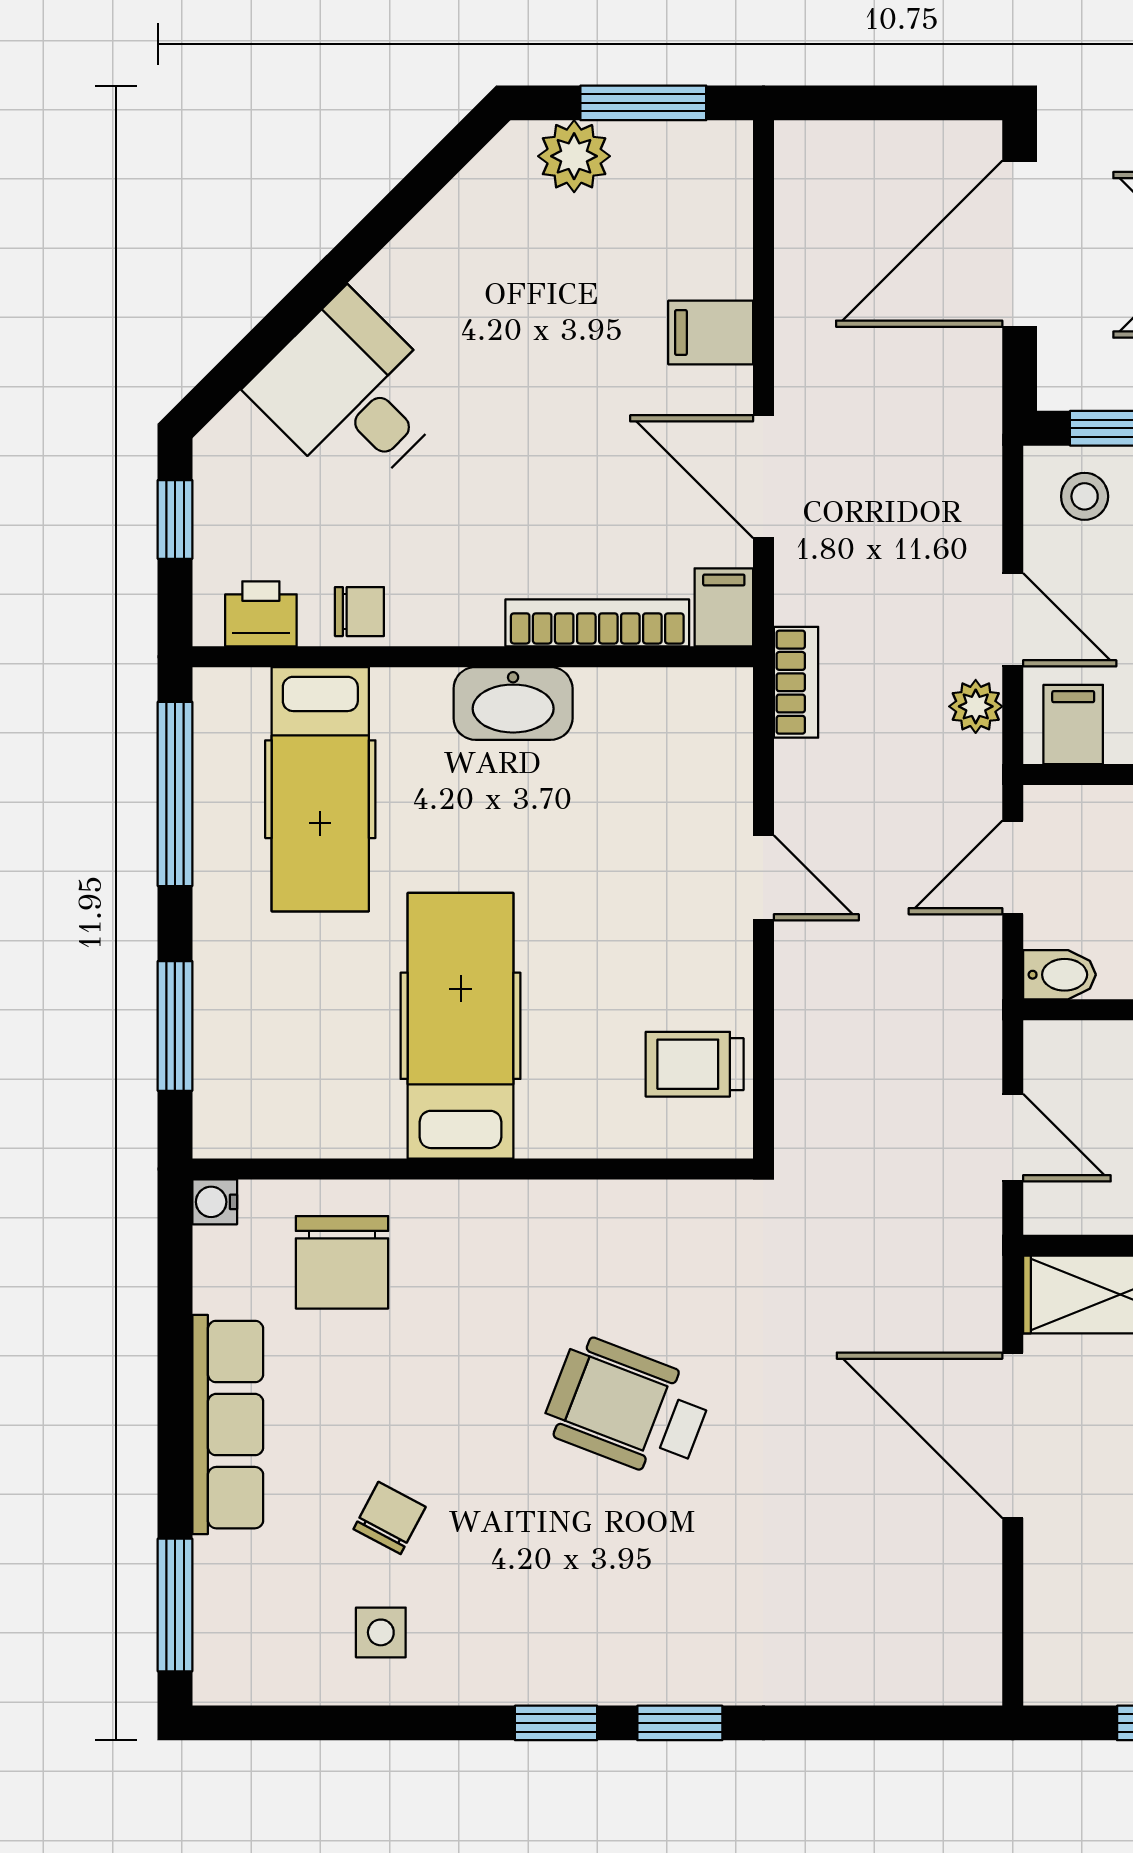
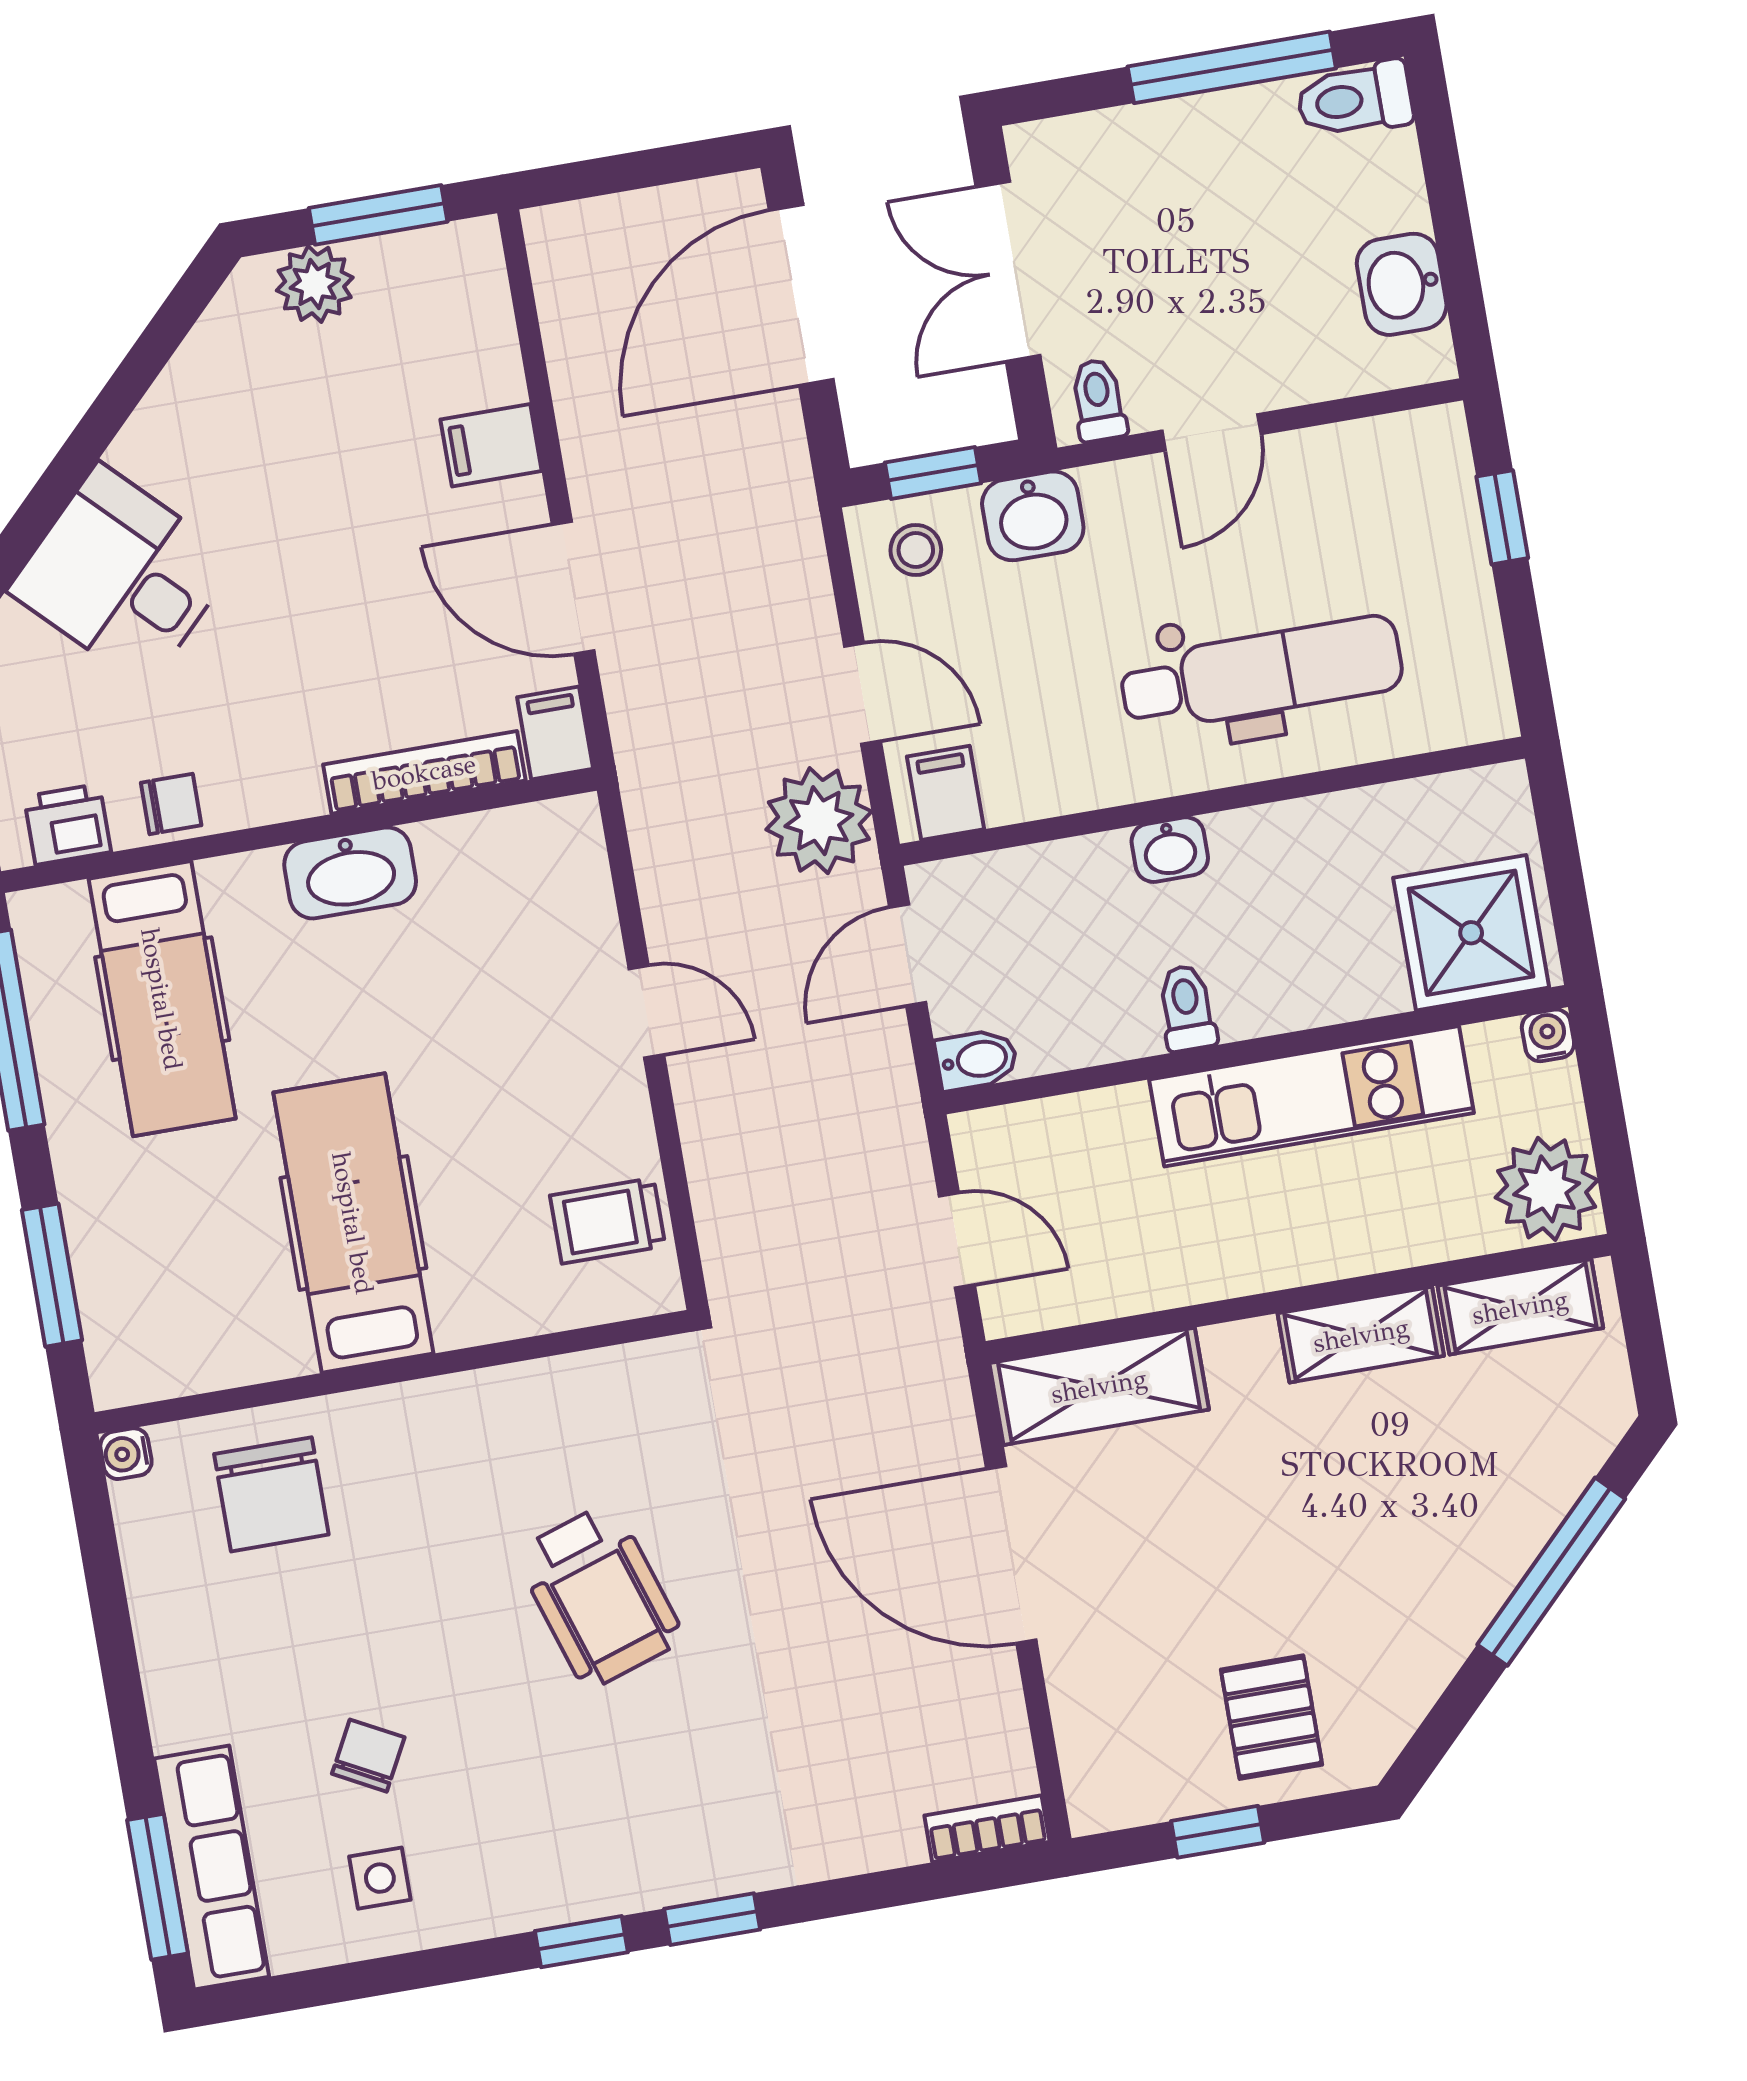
bookcase: (796, 682) -> (987, 1829), moved, turned -90
plant: (976, 706) -> (819, 821), width x1.87, depth x1.87
wheelchair: (627, 1408) -> (599, 1596), turned -129
row of seats: (228, 1425) -> (212, 1868), moved

